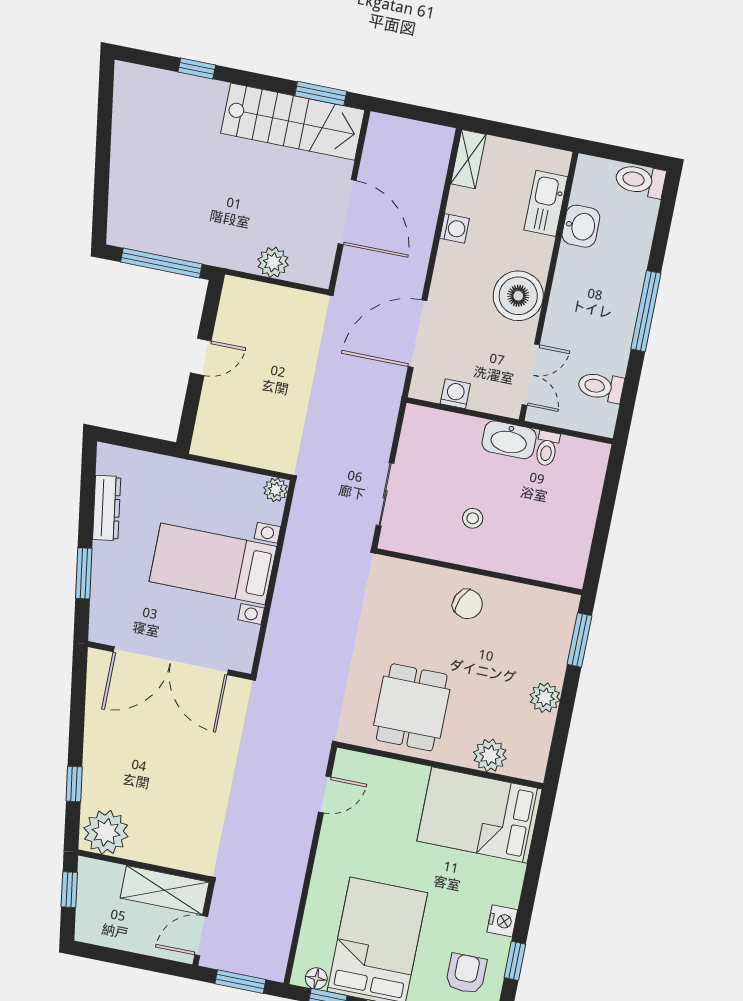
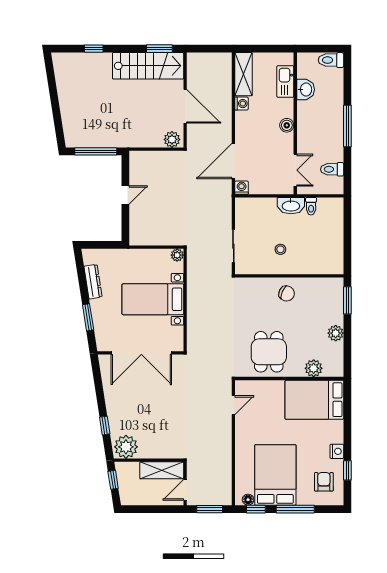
shelving: (468, 159) -> (244, 74), width x1.50, depth x1.33
plant: (273, 262) -> (172, 139), moved
boiler: (518, 296) -> (287, 125), width x0.54, depth x0.54
washing machine: (455, 394) -> (242, 188), moved

